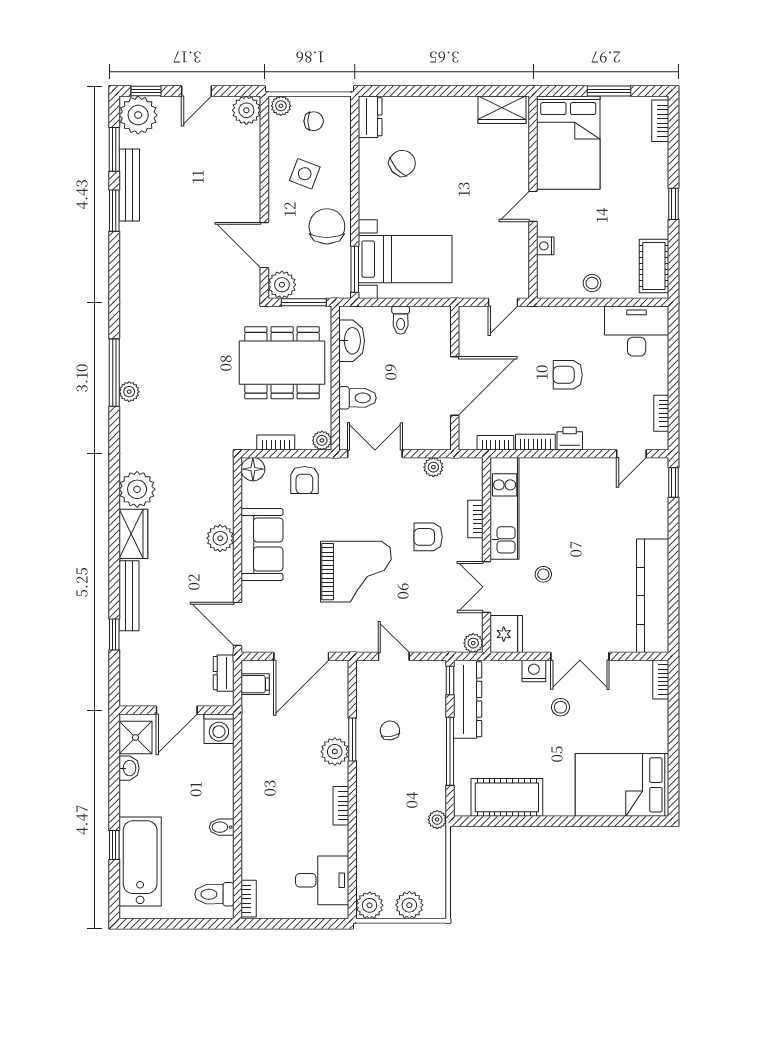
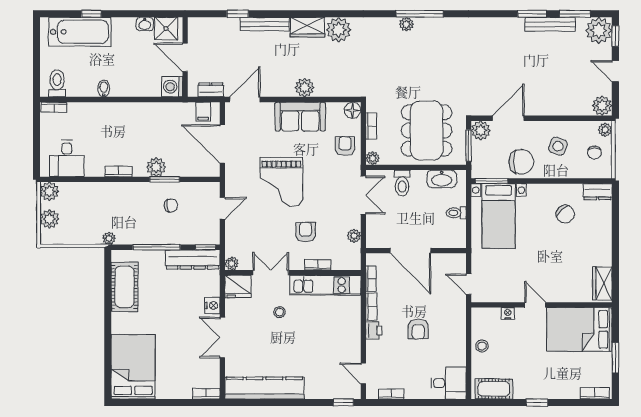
desk: (637, 331) -> (449, 383), width x0.73
armchair: (568, 375) -> (418, 329), turned 180
armchair: (304, 480) -> (345, 146), turned 90
stool: (561, 707) -> (187, 324), removed

